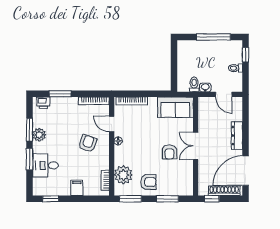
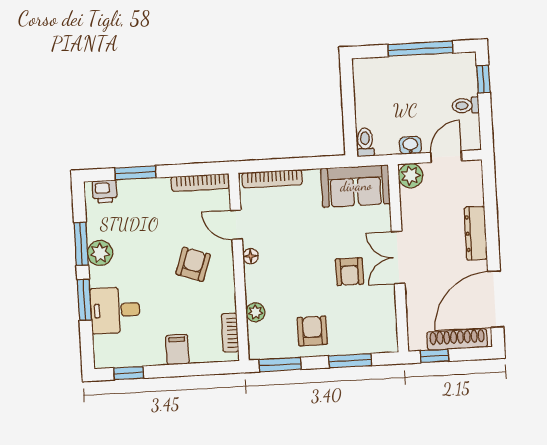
toilet: (194, 84) -> (365, 142), moved
door: (224, 94) -> (446, 157), swing flipped
plant: (204, 103) -> (411, 176), added
plant: (123, 175) -> (255, 312), width x0.53, depth x0.53
armchair: (148, 182) -> (312, 331), turned -90

